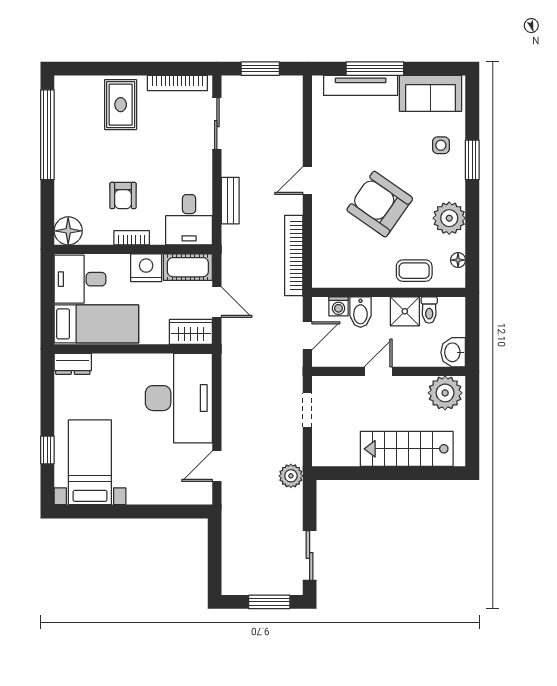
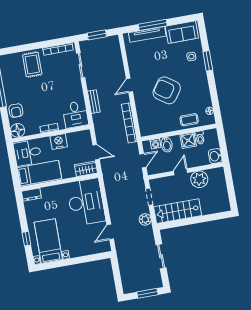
armchair: (123, 196) -> (16, 111), moved
plant: (449, 218) -> (202, 91), removed
cot: (188, 267) -> (79, 138), removed
plant: (445, 393) -> (199, 179), moved
stairs: (407, 449) -> (178, 211), moved
plant: (291, 476) -> (145, 219), moved
sliding door: (310, 556) -> (161, 256), moved

